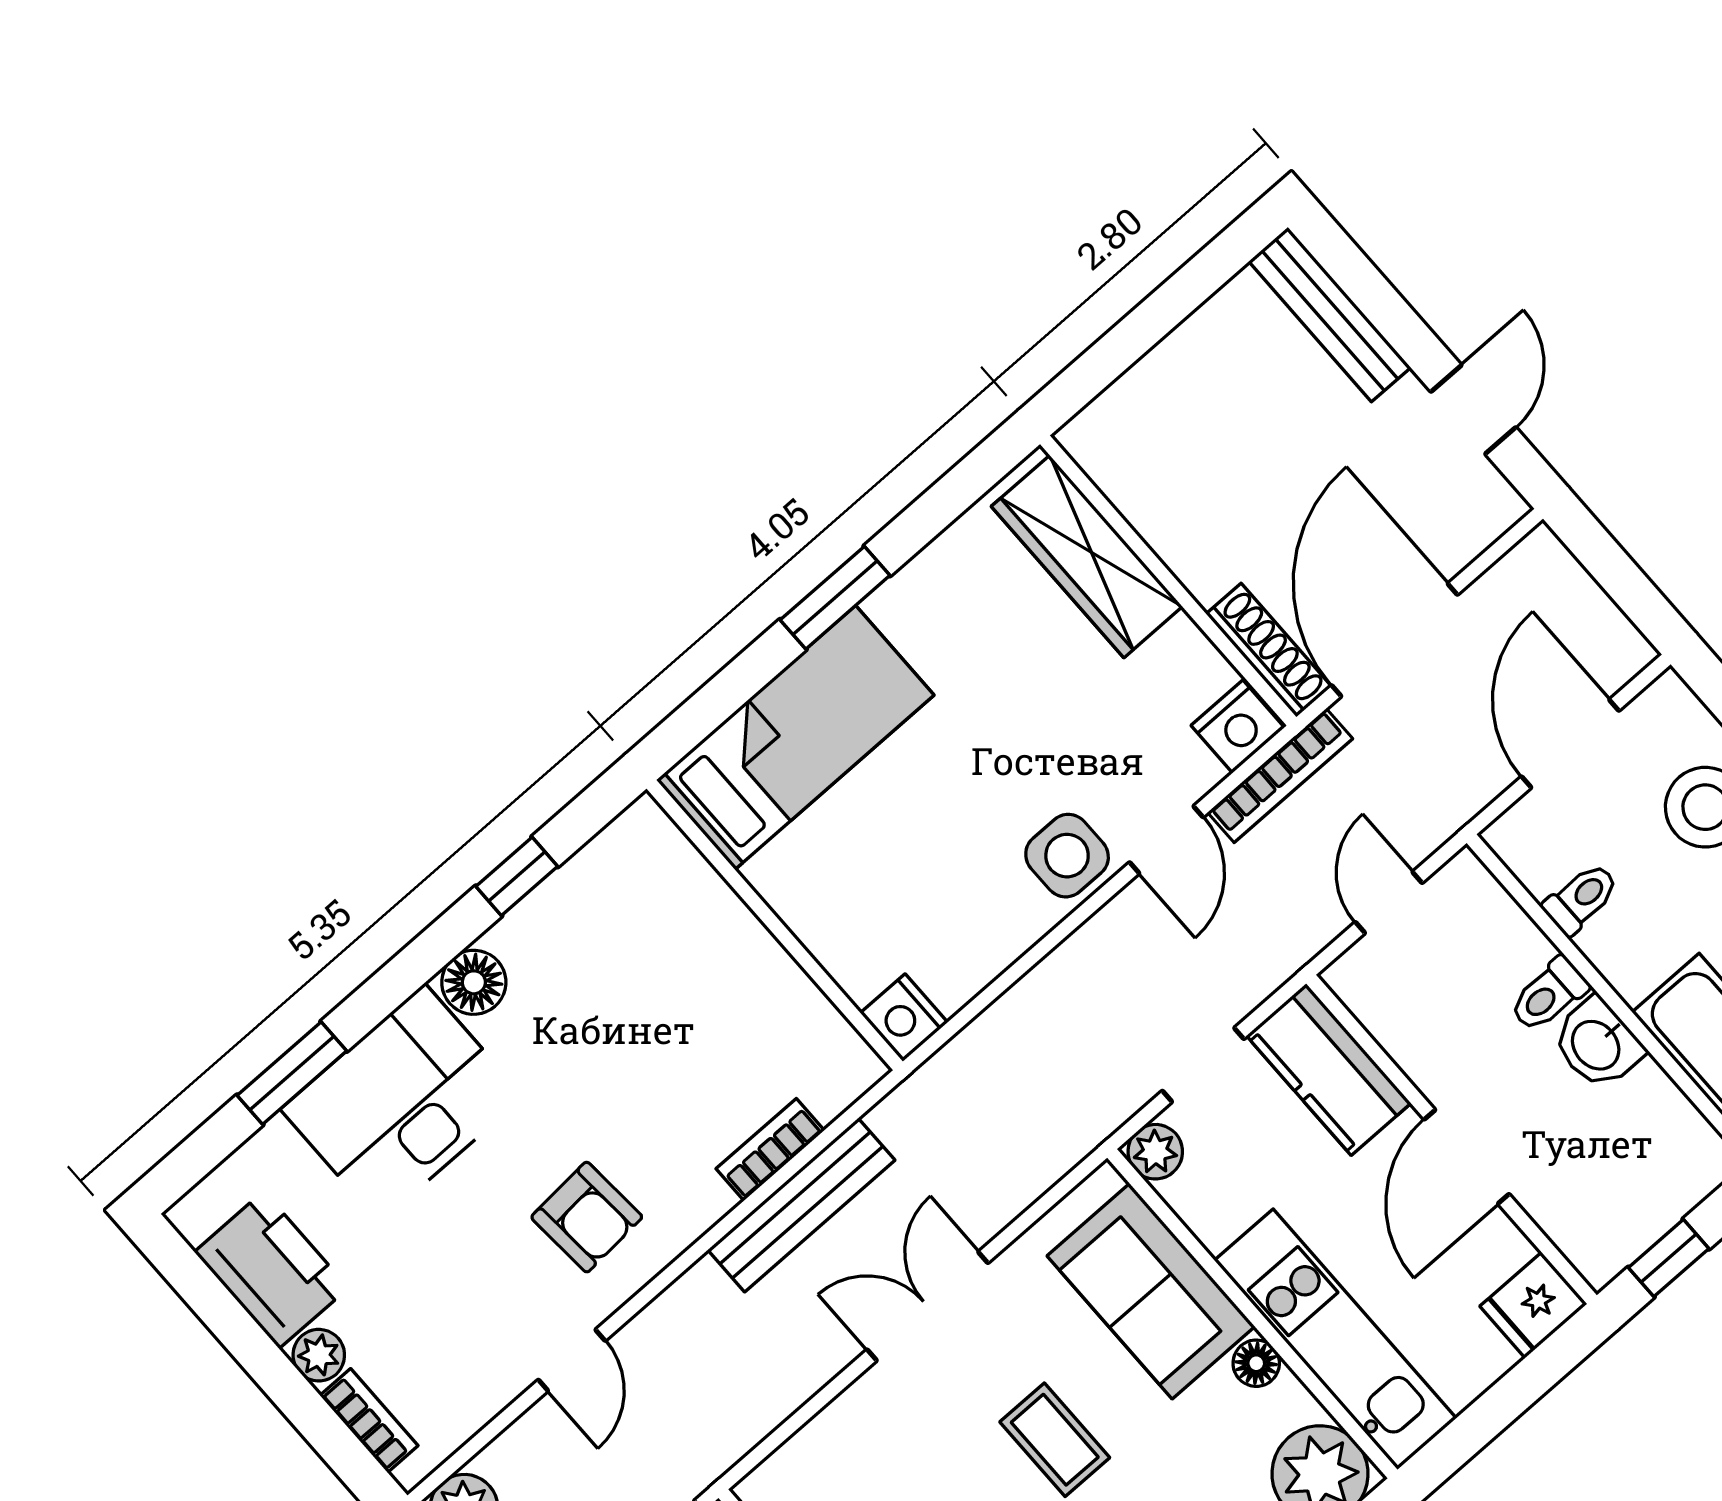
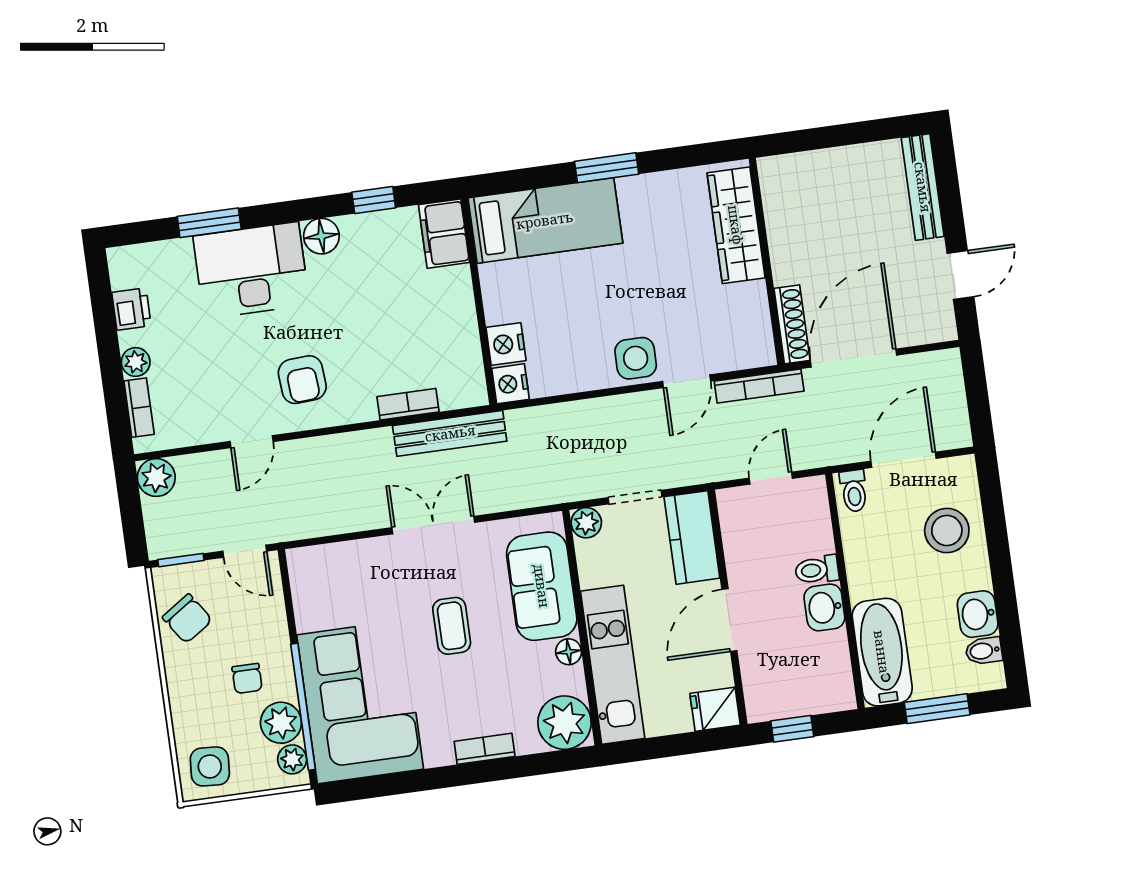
nightstand: (1238, 727) -> (506, 344), moved, turned 90
filing cabinet: (656, 857) -> (444, 234), added
toilet: (1581, 898) -> (854, 491), moved, turned 90
bench: (801, 1205) -> (450, 433), moved
printer: (271, 1270) -> (131, 309), width x0.53, depth x0.68

